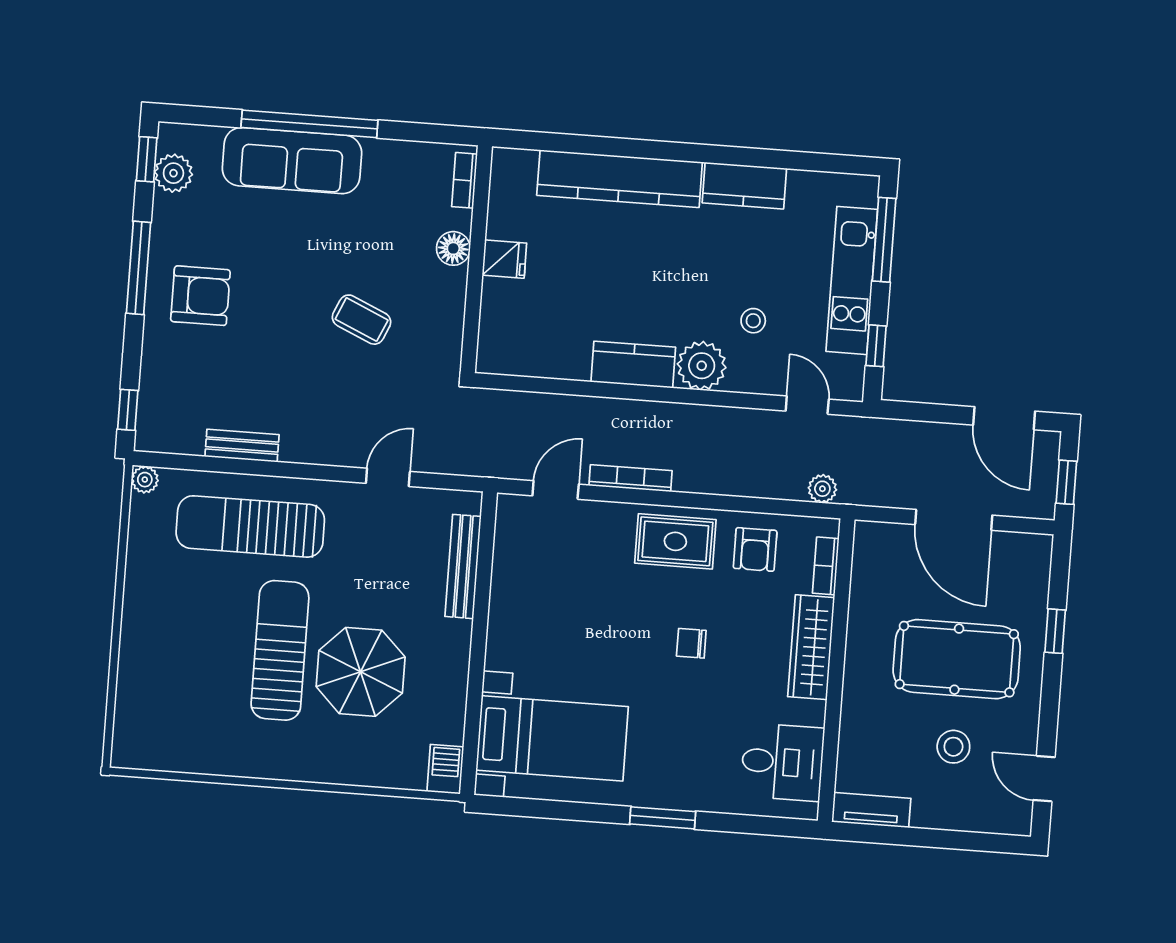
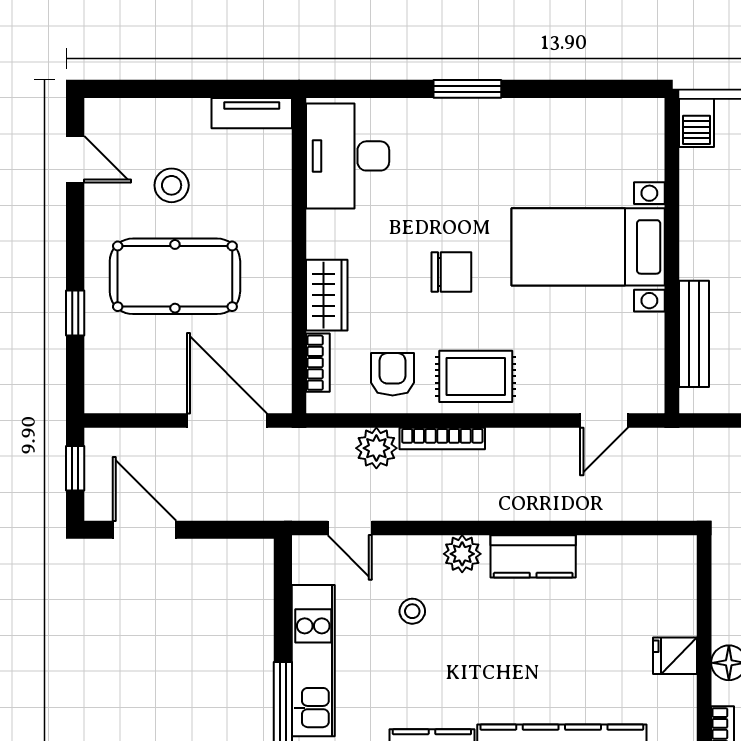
window: (876, 346) -> (283, 595), removed
plant: (702, 366) -> (462, 554), width x0.73, depth x0.73
bookcase: (631, 478) -> (442, 439), moved
plant: (822, 489) -> (376, 448), moved, width x1.38, depth x1.38
door: (954, 520) -> (227, 420), moved
chair: (691, 643) -> (451, 272), width x1.37, depth x1.37
wardrobe: (811, 647) -> (327, 295), width x0.67
bed with nightstands: (552, 738) -> (588, 247), moved
desk: (782, 762) -> (348, 156), width x1.37

